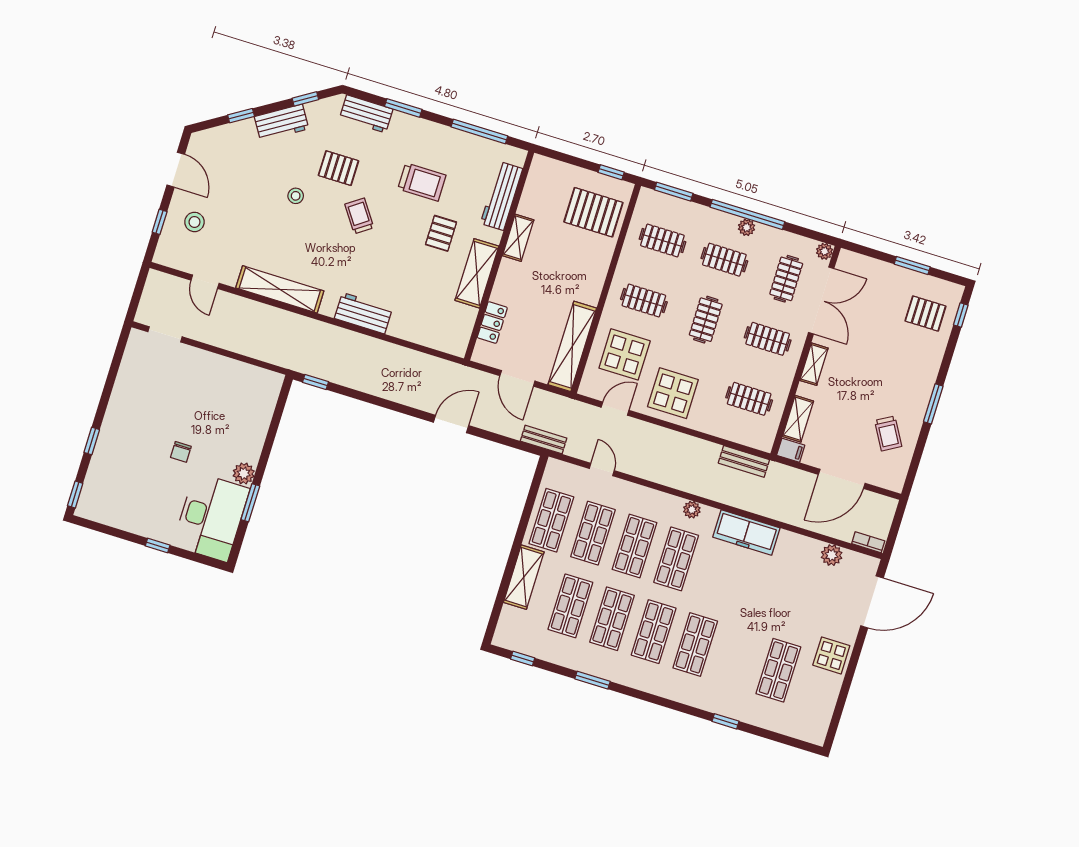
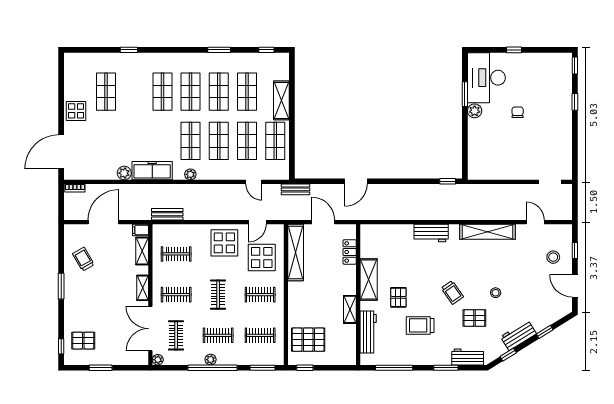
plant: (832, 555) -> (124, 173), moved

